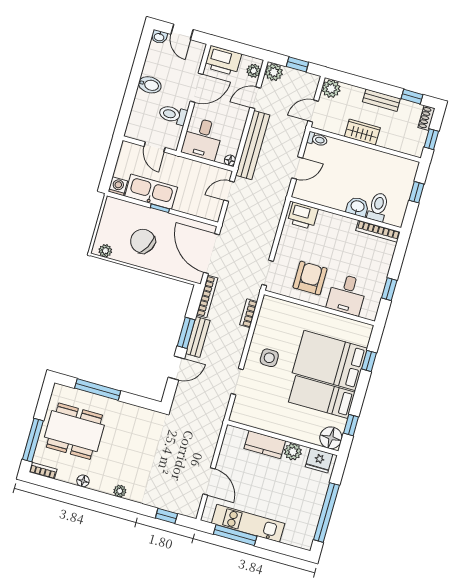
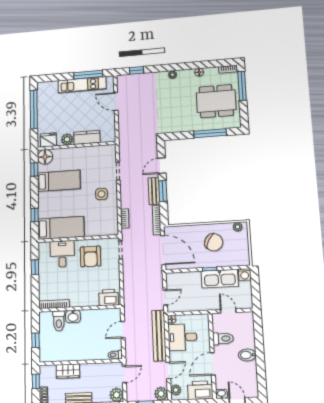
washbasin: (159, 37) -> (222, 394), moved
wardrobe: (362, 132) -> (68, 371), moved
desk: (202, 139) -> (182, 337), moved, turned -90
bed: (330, 360) -> (61, 228), moved, width x0.67

